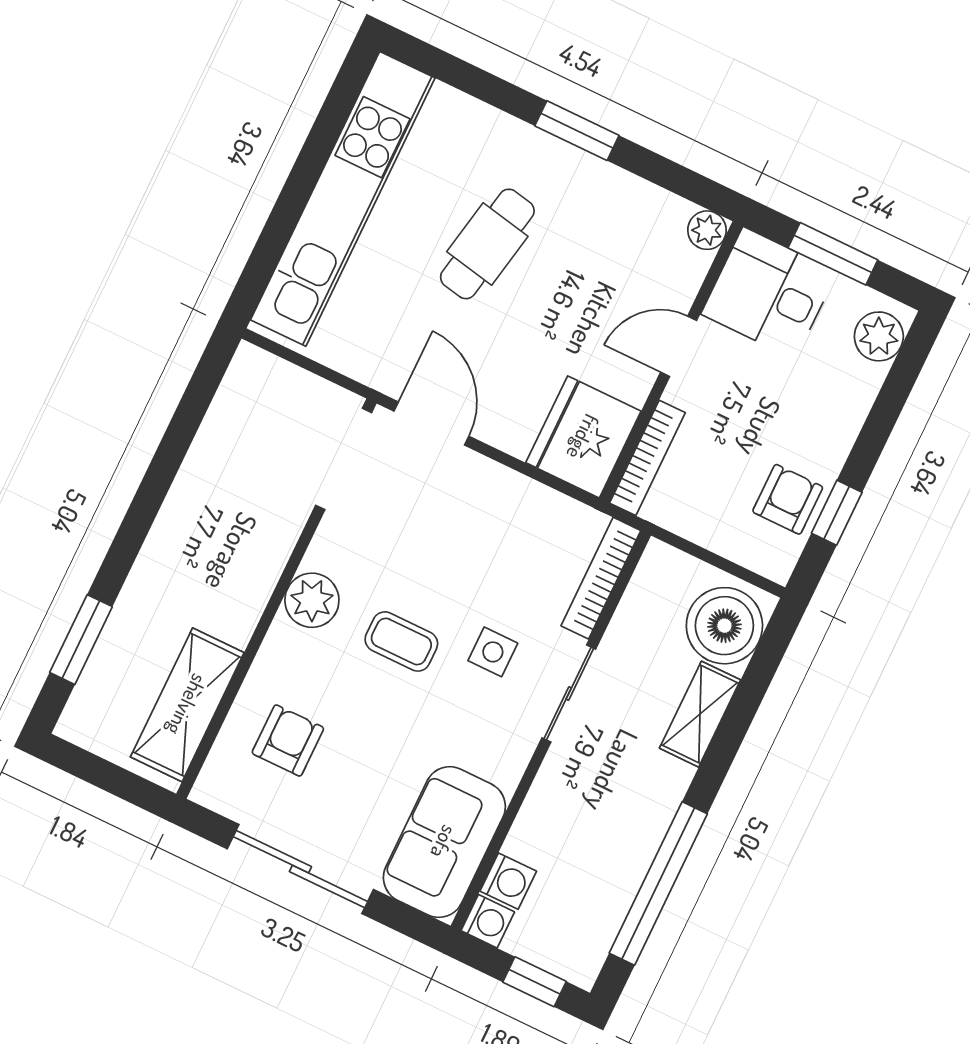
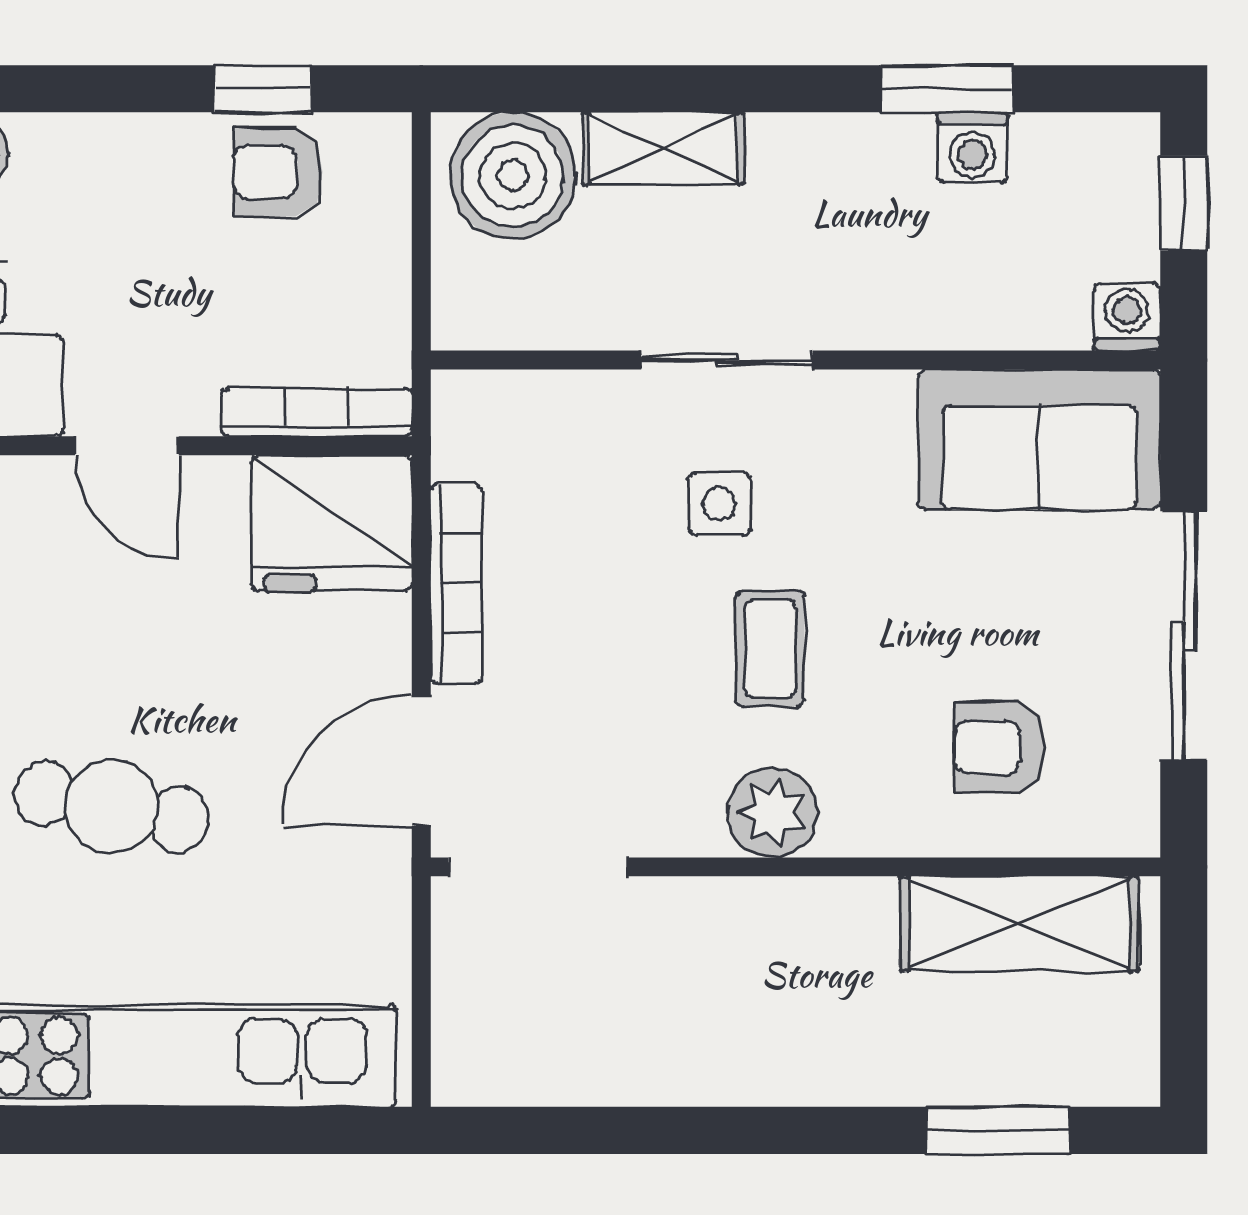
bookcase: (601, 578) -> (456, 584), moved, turned -90
washing machine: (508, 881) -> (972, 147), moved, turned 180
window: (658, 883) -> (947, 89), width x0.47

